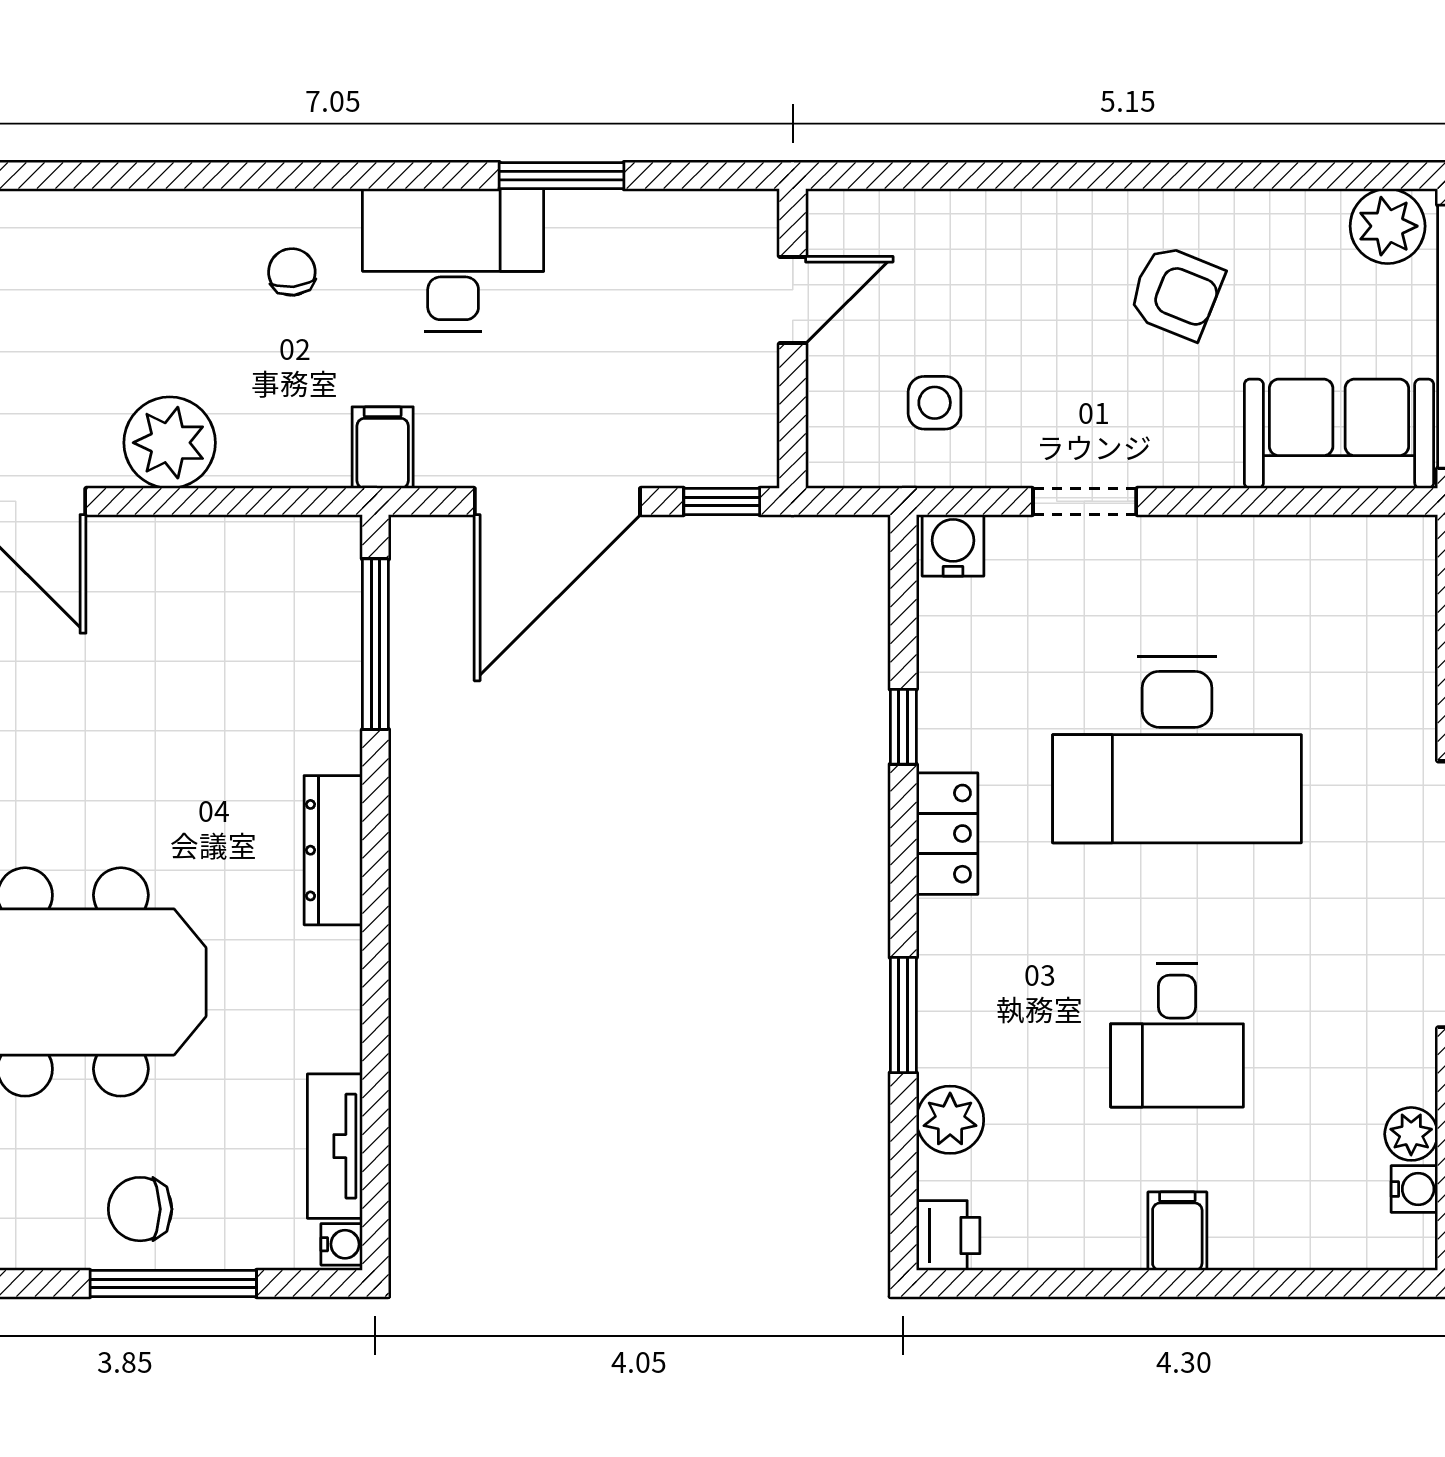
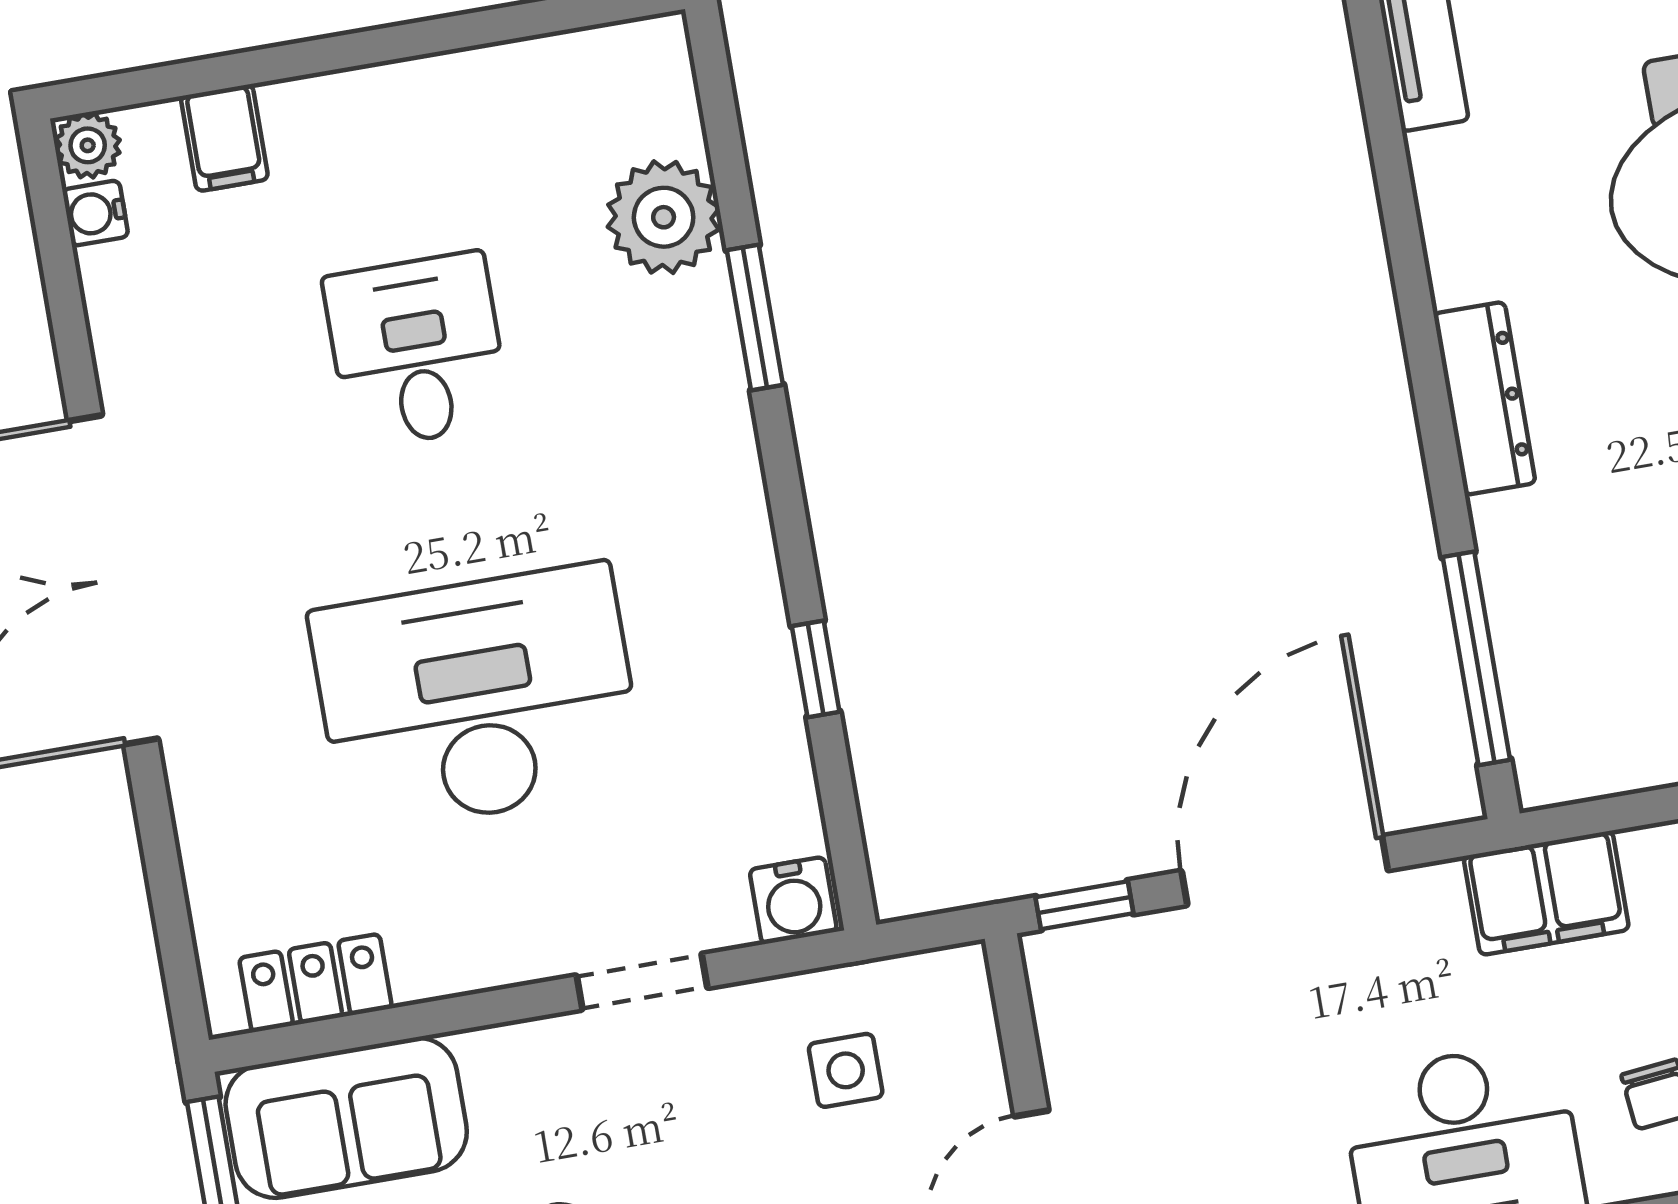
filing cabinet: (383, 448) -> (1546, 893), width x2.00
locker: (947, 834) -> (316, 983), moved, turned 90
plant: (950, 1120) -> (664, 217), width x1.36, depth x1.36
plant: (1411, 1134) -> (88, 145), moved
filing cabinet: (1177, 1231) -> (224, 138), moved
printer: (948, 1235) -> (654, 58), removed

